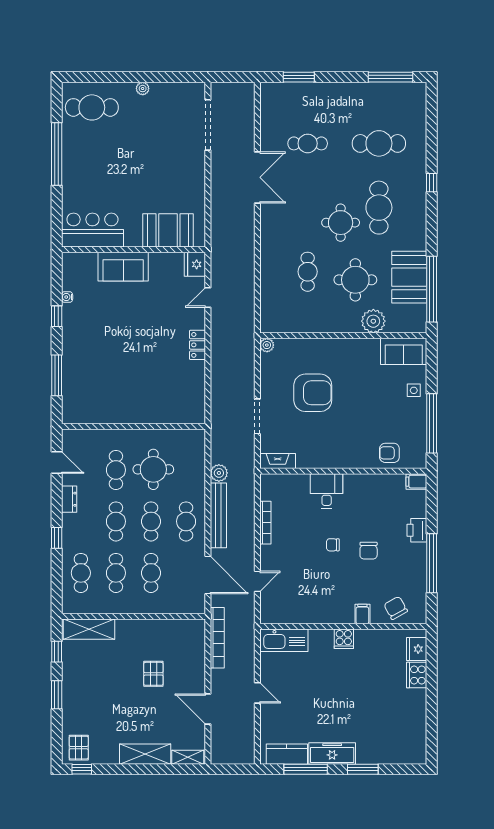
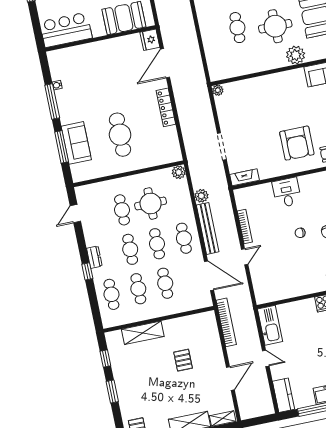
sofa: (123, 267) -> (76, 143), moved, turned -90
door: (208, 298) -> (165, 63), width x1.87
window: (57, 316) -> (52, 102), width x2.17
locker: (197, 345) -> (166, 107), width x1.53
cafe table: (133, 375) -> (120, 135), added
armchair: (313, 393) -> (297, 143), moved, turned 90
plant: (197, 438) -> (179, 172), added
door: (57, 463) -> (75, 214), swing flipped
dresser: (69, 499) -> (94, 257), moved
door: (257, 581) -> (245, 257), moved
shelving: (89, 629) -> (143, 333), moved
kitchen sink: (284, 640) -> (270, 325), moved, turned -90
door: (208, 709) -> (230, 378), swing flipped
kitchen counter: (287, 754) -> (284, 395), moved, turned 90

